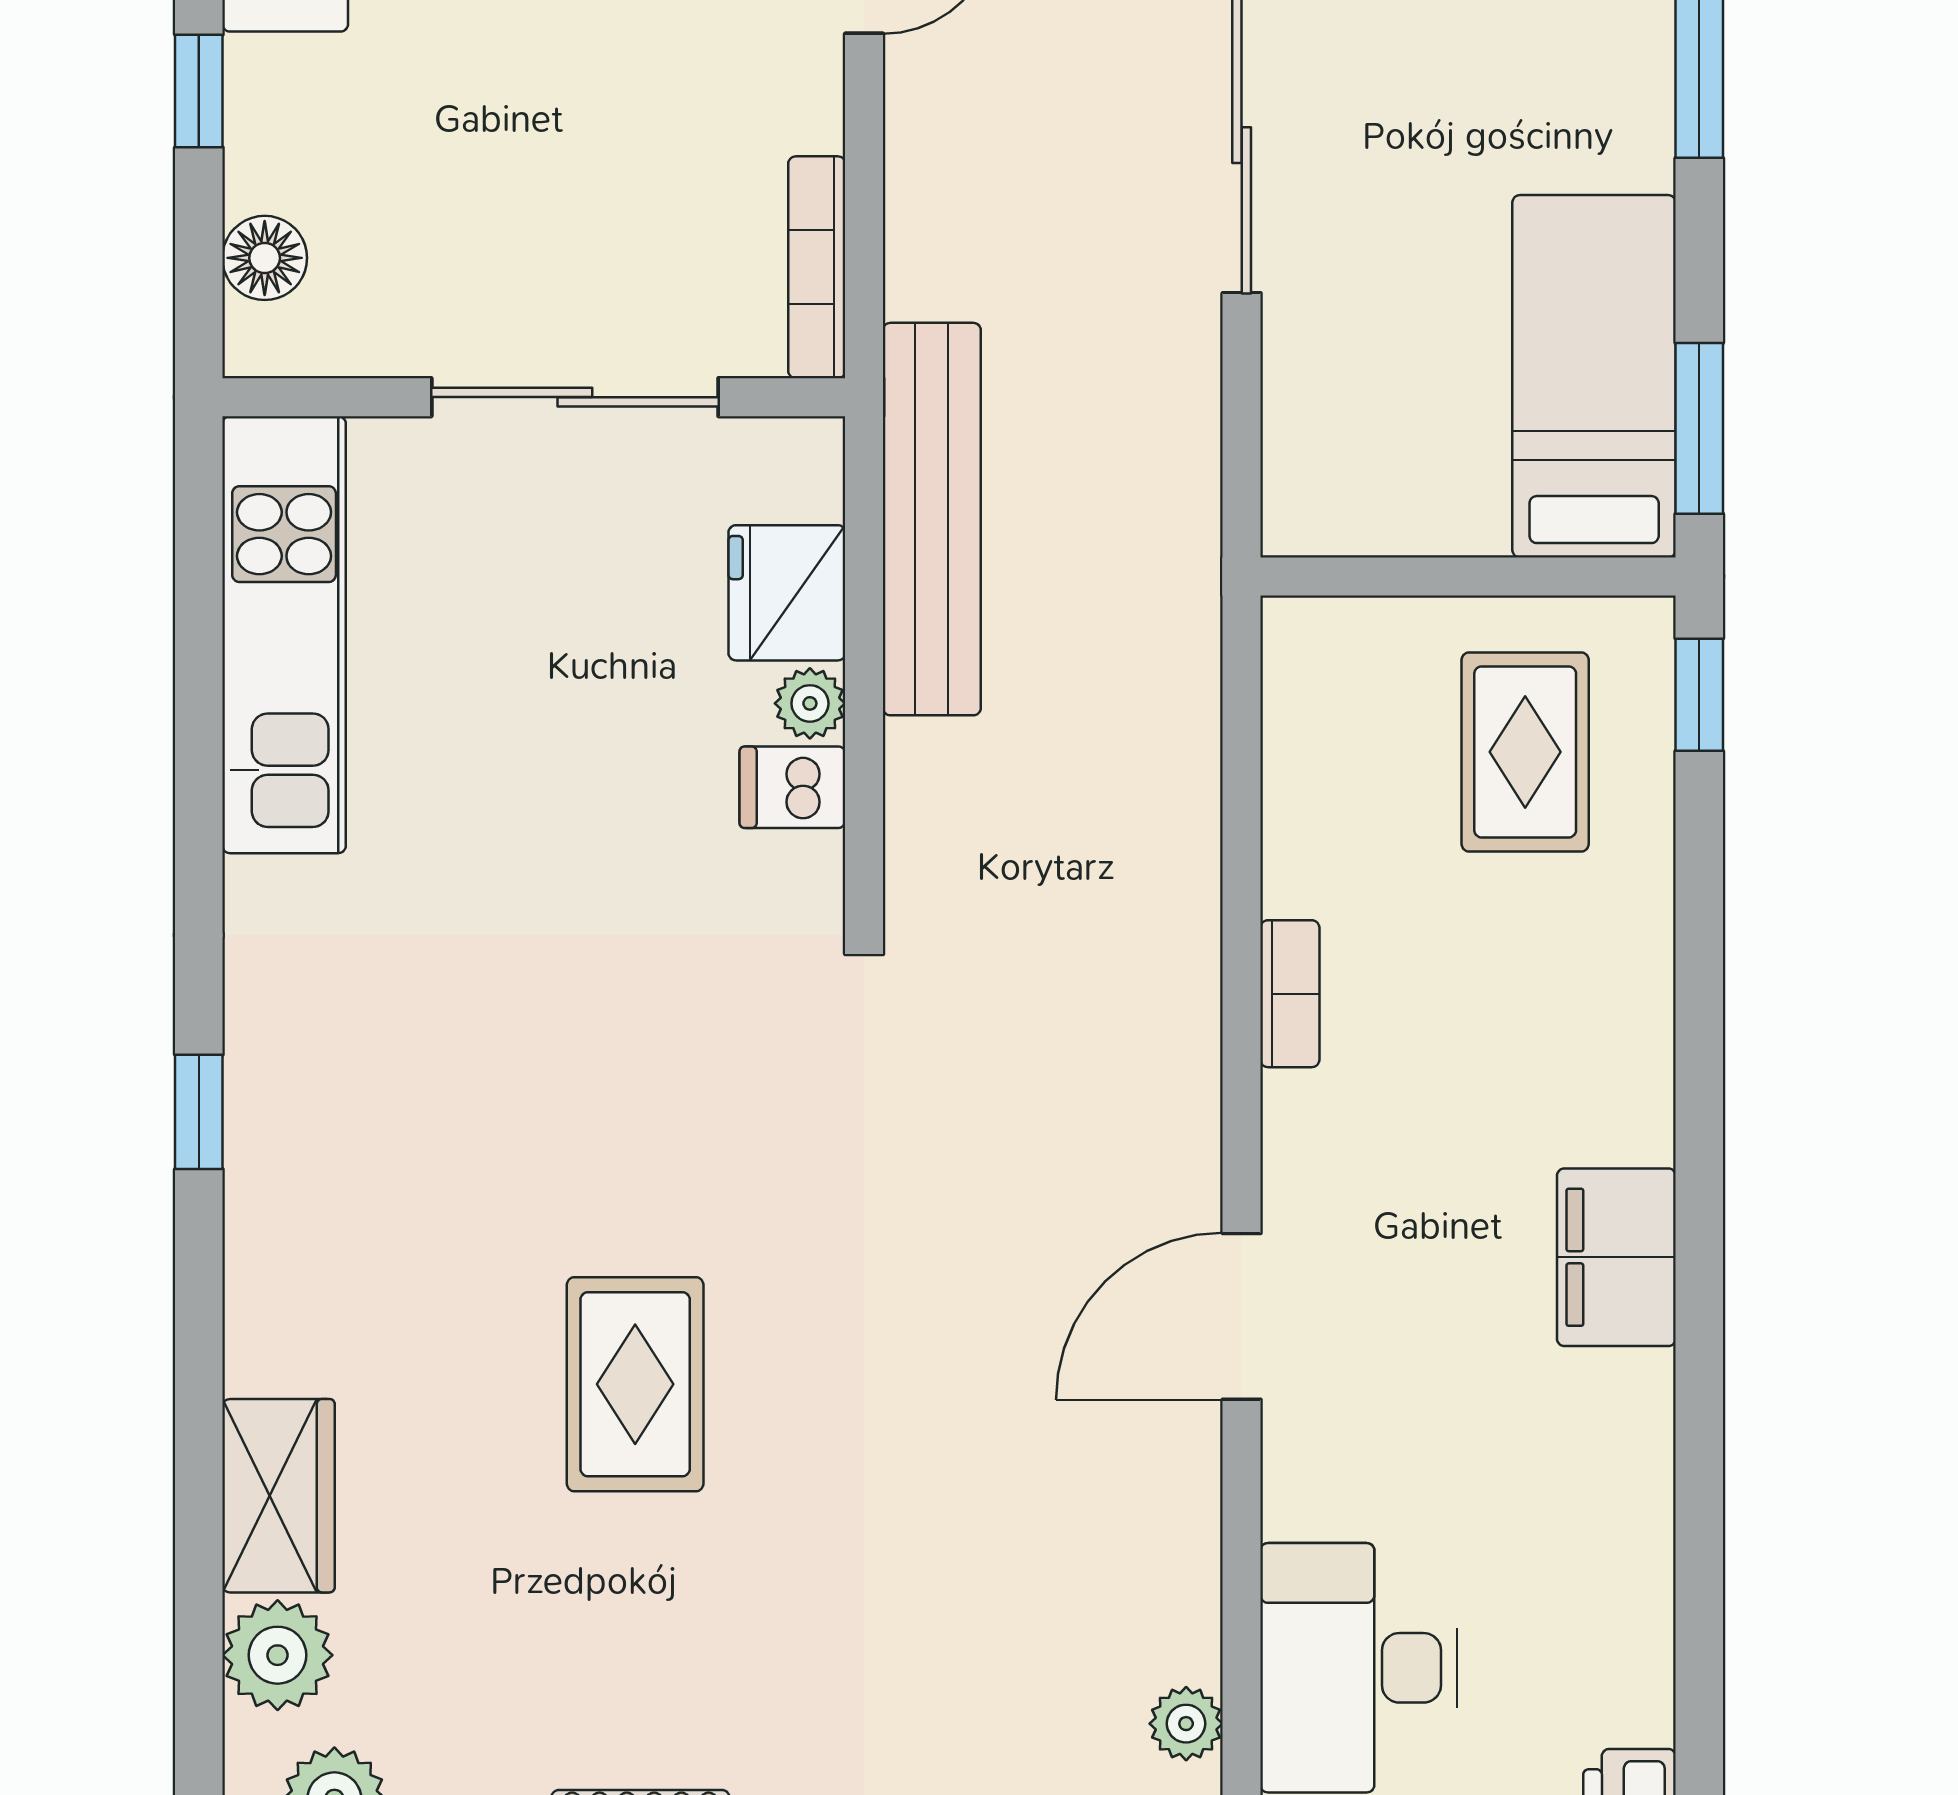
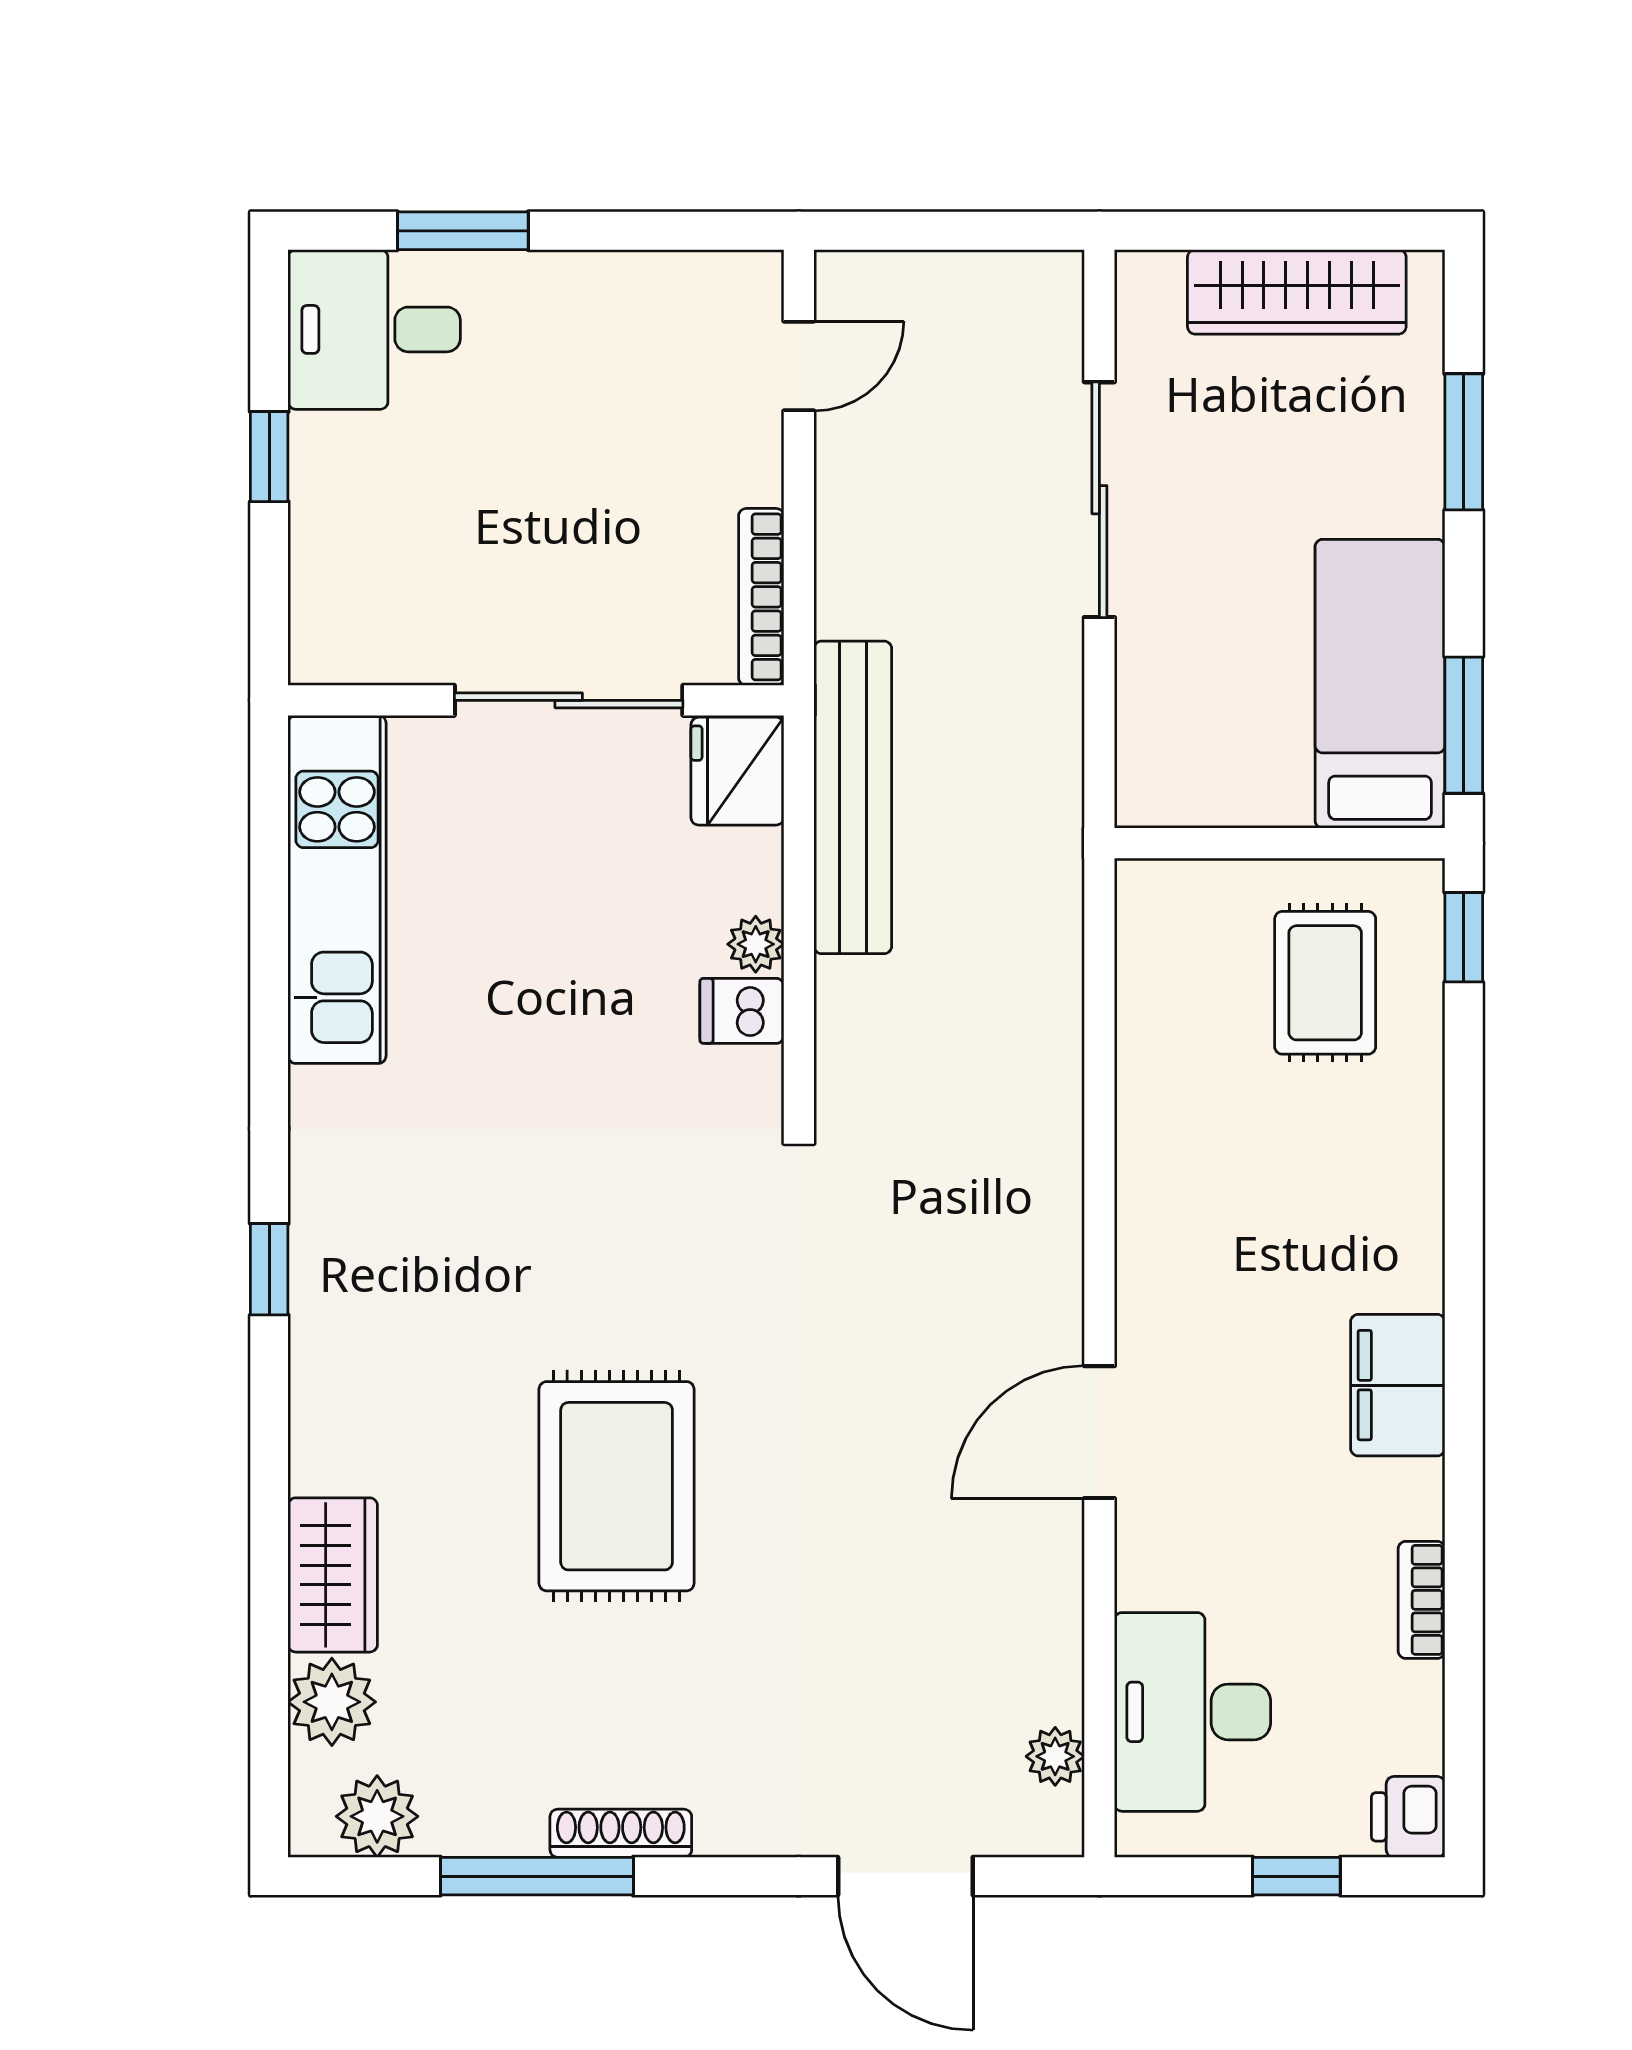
floor lamp: (265, 258) -> (322, 590), removed
fridge: (787, 593) -> (737, 771), moved
bookcase: (1290, 994) -> (1422, 1600), moved, turned 180
rug: (635, 1384) -> (617, 1486), width x1.36, depth x1.43

